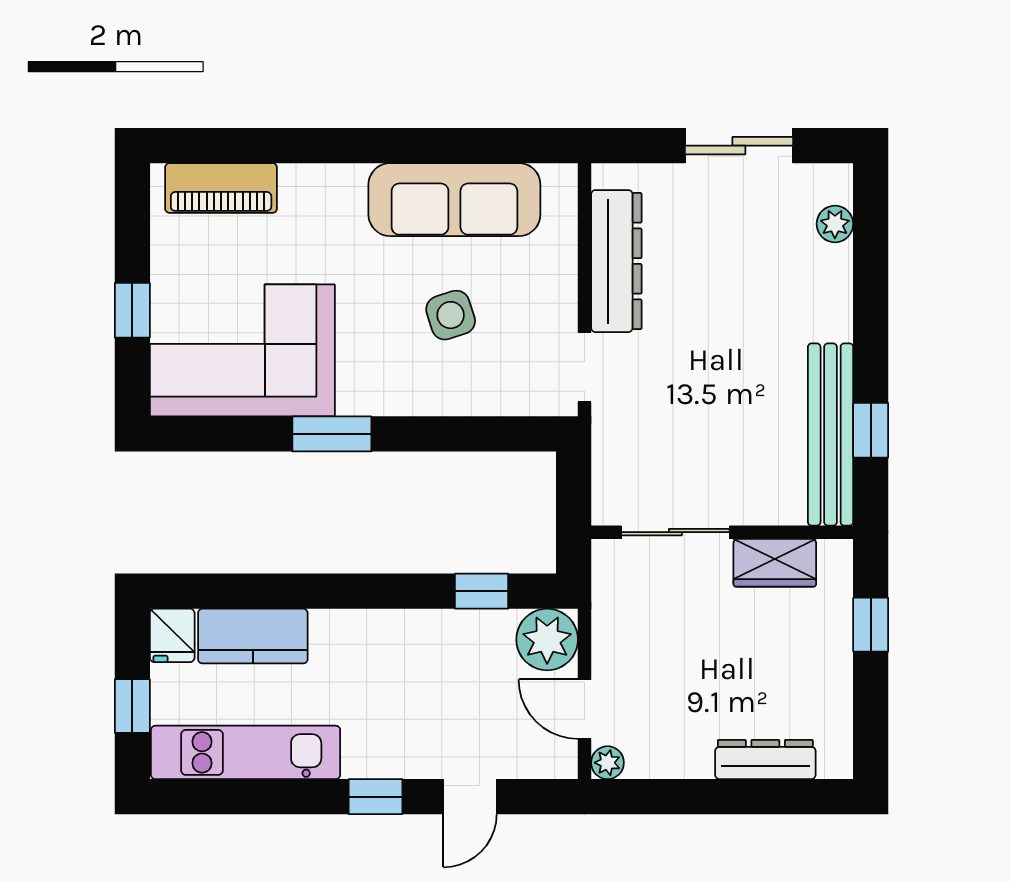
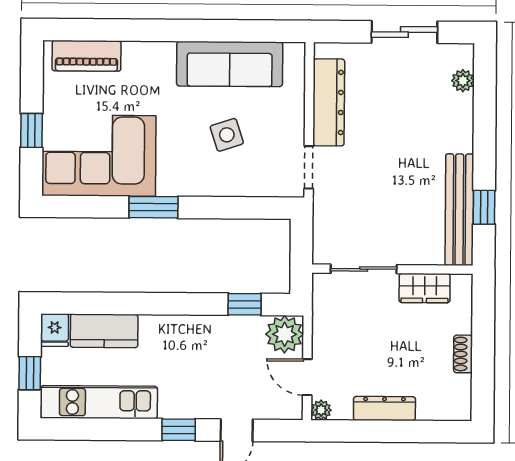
window: (871, 625) -> (483, 327), removed
shoe rack: (838, 670) -> (463, 354), added
dresser: (765, 759) -> (384, 408), moved

